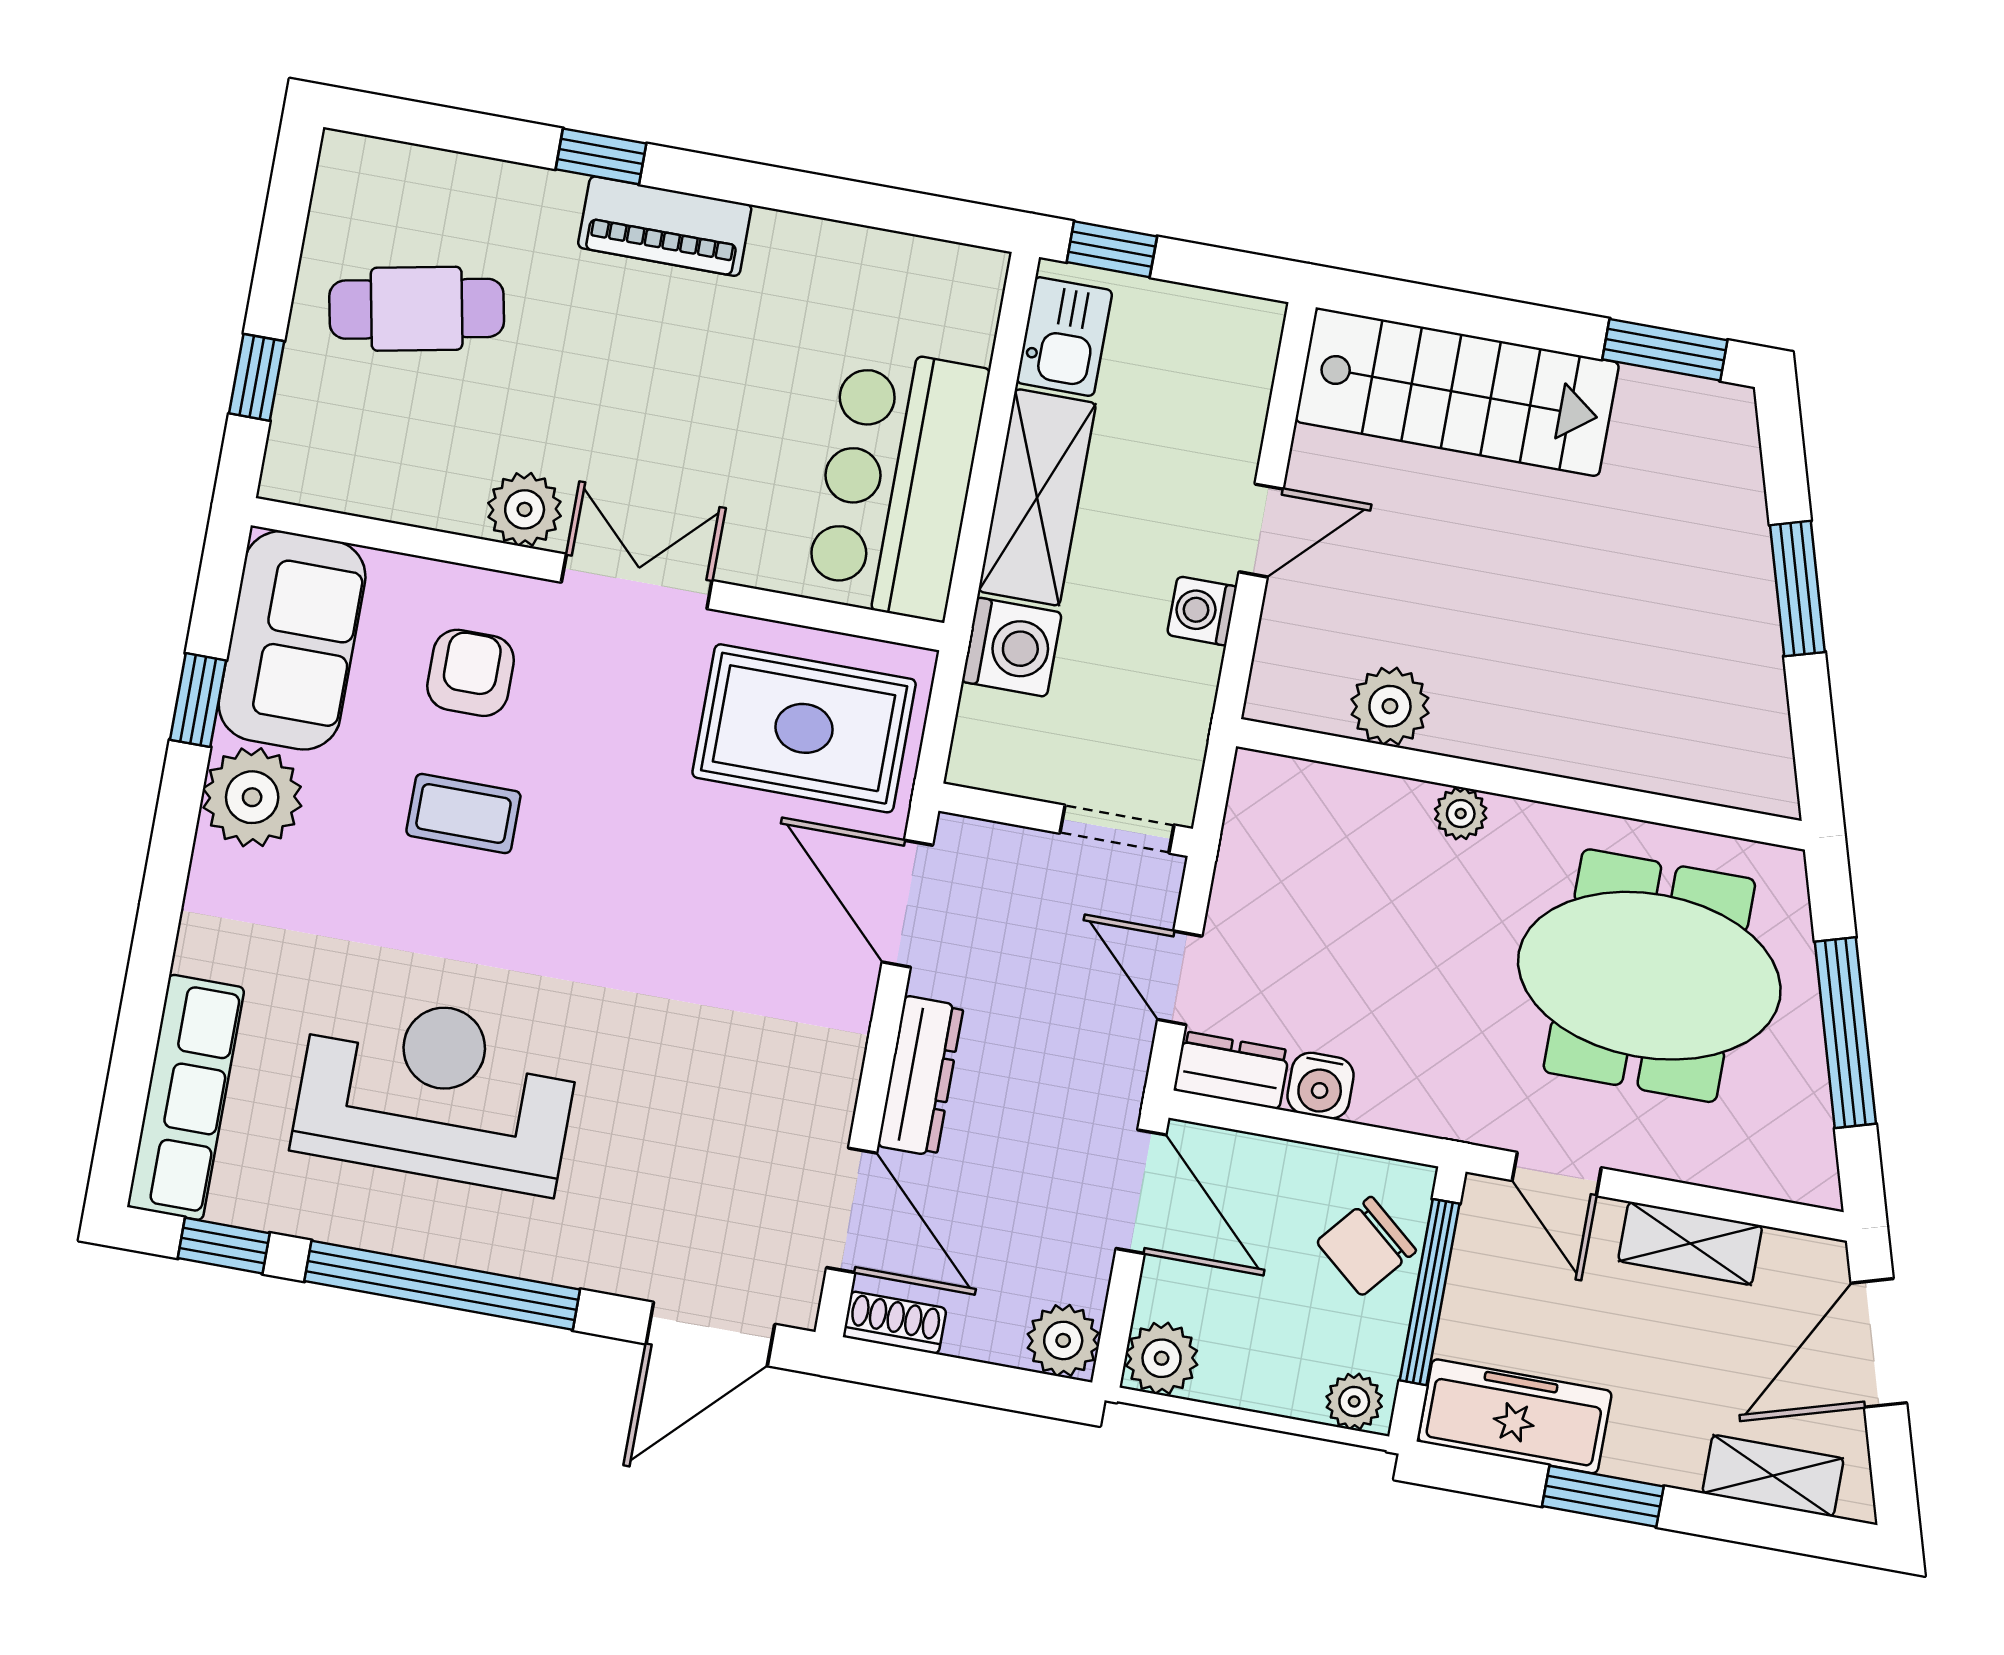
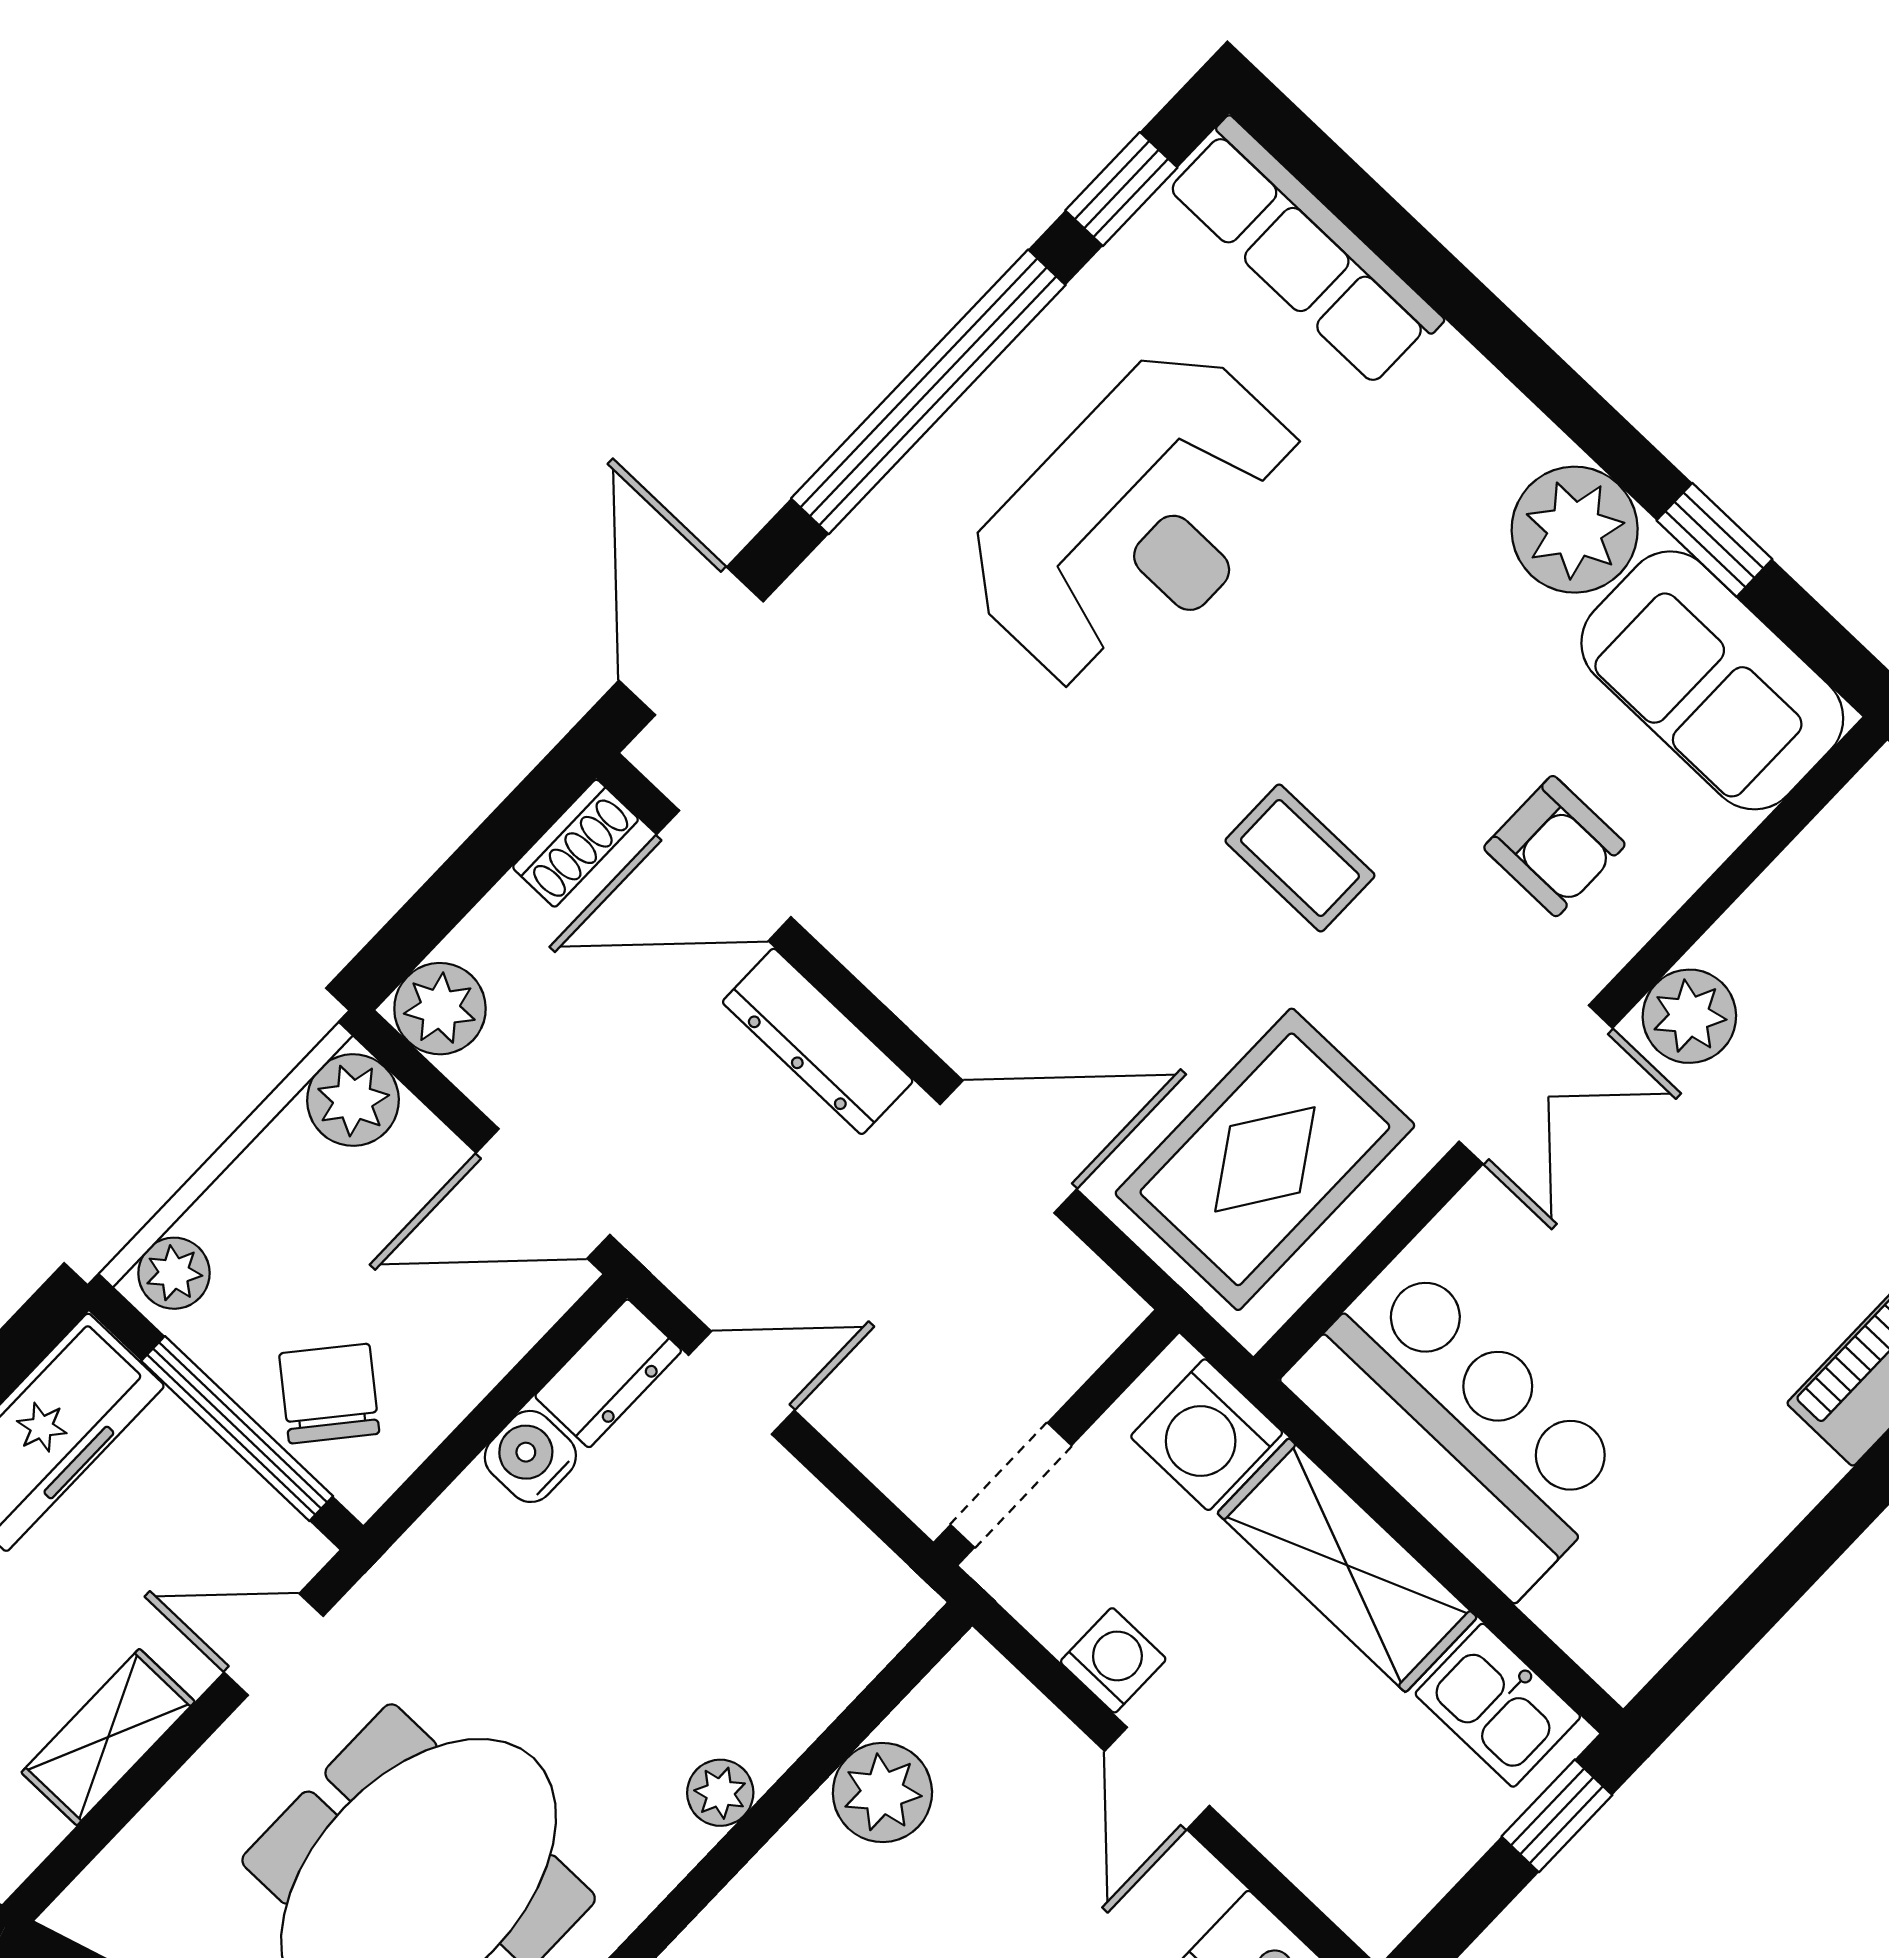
coffee table: (463, 814) -> (1300, 858), moved, turned 90
wall: (1066, 820) -> (1056, 1438), moved
doorway: (1117, 829) -> (1011, 1485), moved

